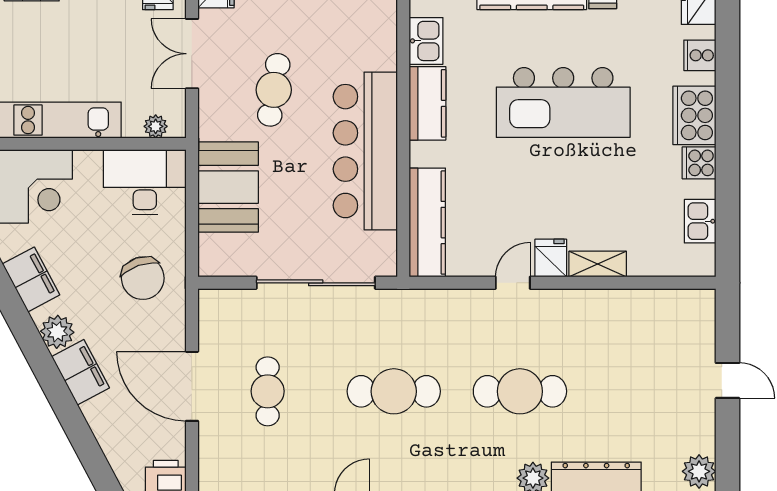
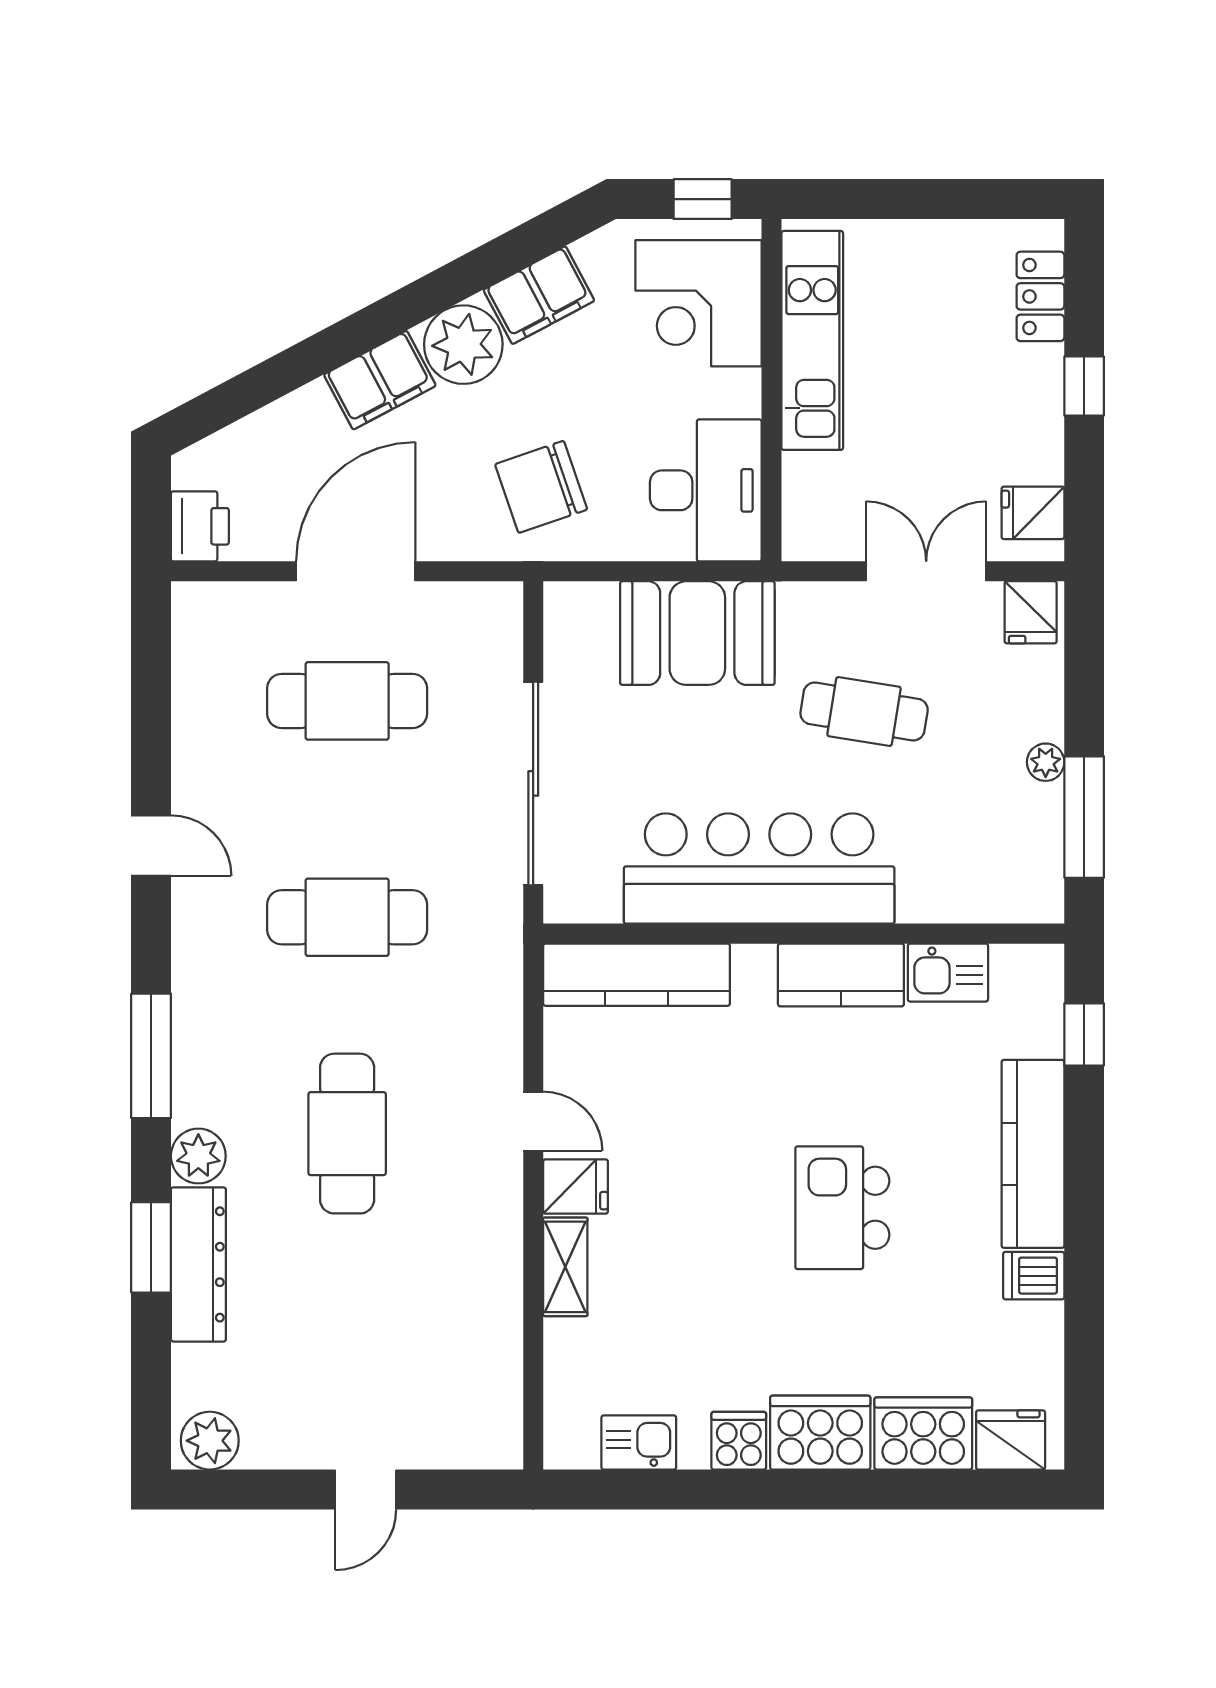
cooker: (700, 55) -> (923, 1434), width x1.87, depth x1.31
kitchen island: (563, 102) -> (842, 1208), width x0.54, depth x0.78
plant: (156, 126) -> (801, 509), removed
plant: (57, 332) -> (463, 345), width x1.36, depth x1.36
cafe table: (268, 391) -> (347, 701), width x1.37, depth x1.35
cafe table: (394, 391) -> (347, 917), turned 90

